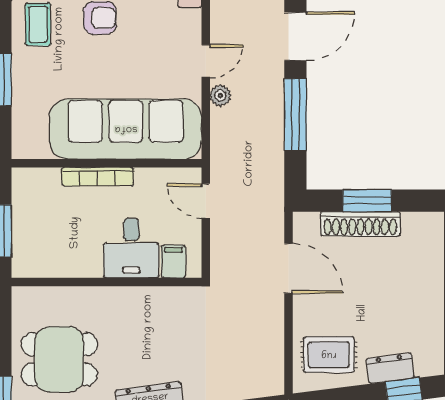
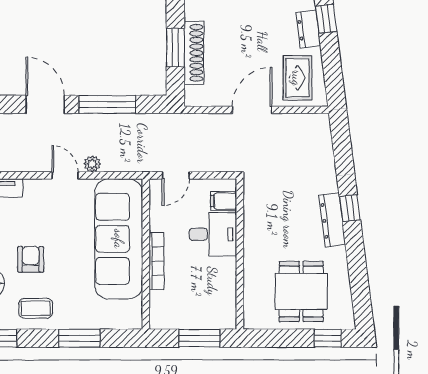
door: (288, 268) -> (252, 110), moved

